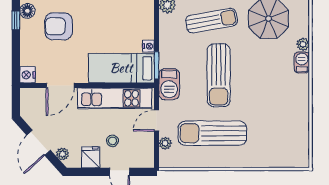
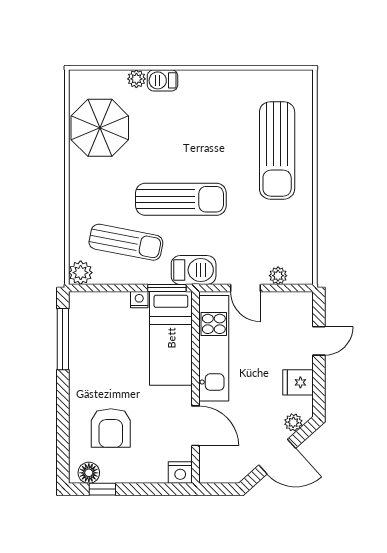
sun lounger: (212, 21) -> (126, 242), moved, turned 111
sun lounger: (212, 133) -> (277, 150), moved
stool: (112, 141) -> (275, 351), removed

